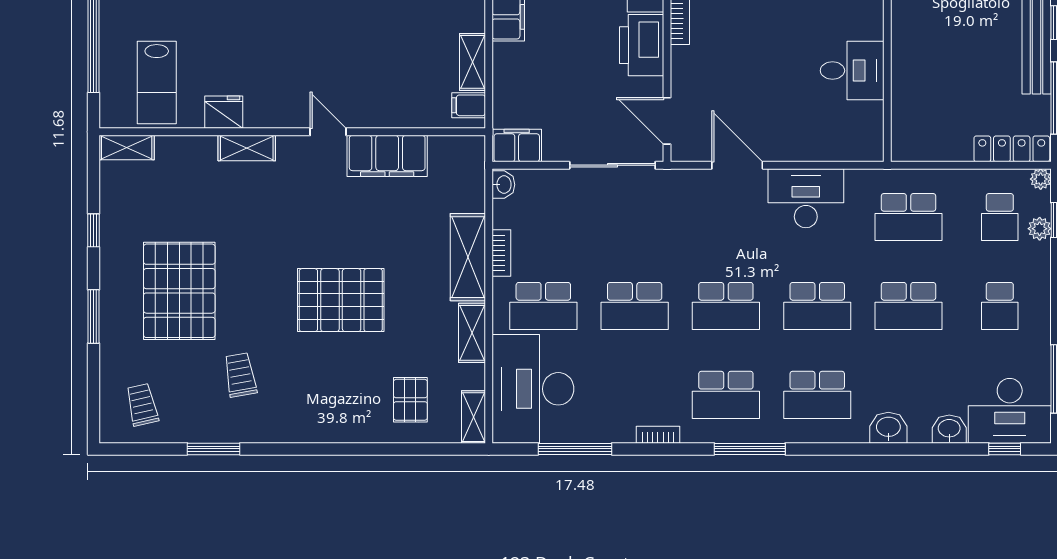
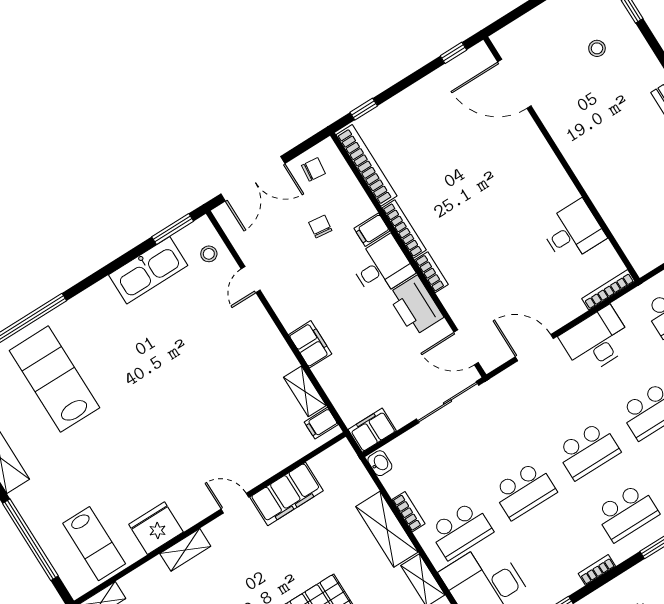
fridge: (224, 112) -> (156, 528), width x1.36, depth x1.34
bookcase: (851, 153) -> (608, 290), added

